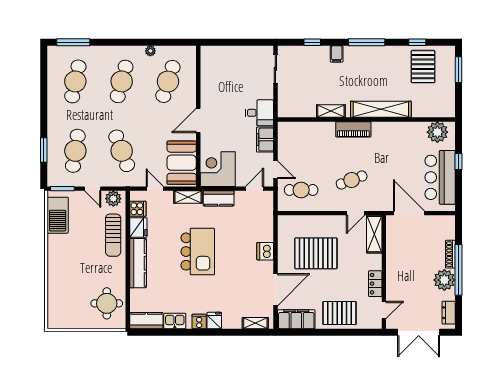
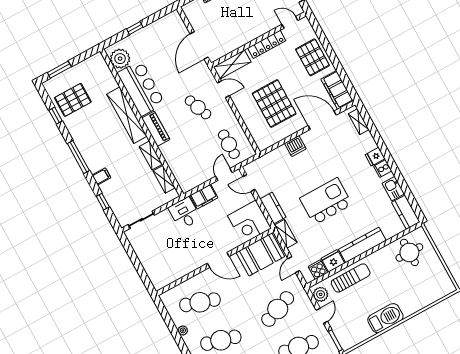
shelving: (302, 111) -> (164, 179), added
bar counter: (440, 177) -> (141, 88), moved, turned -90
barbecue: (58, 215) -> (385, 318), moved
locker: (375, 284) -> (267, 44), width x1.53

